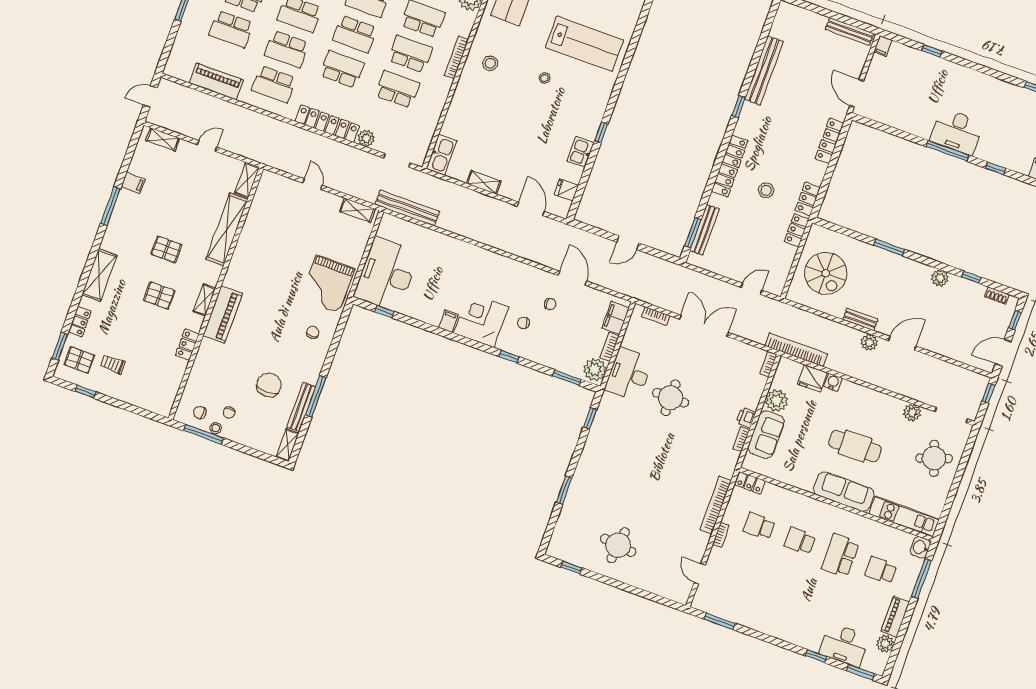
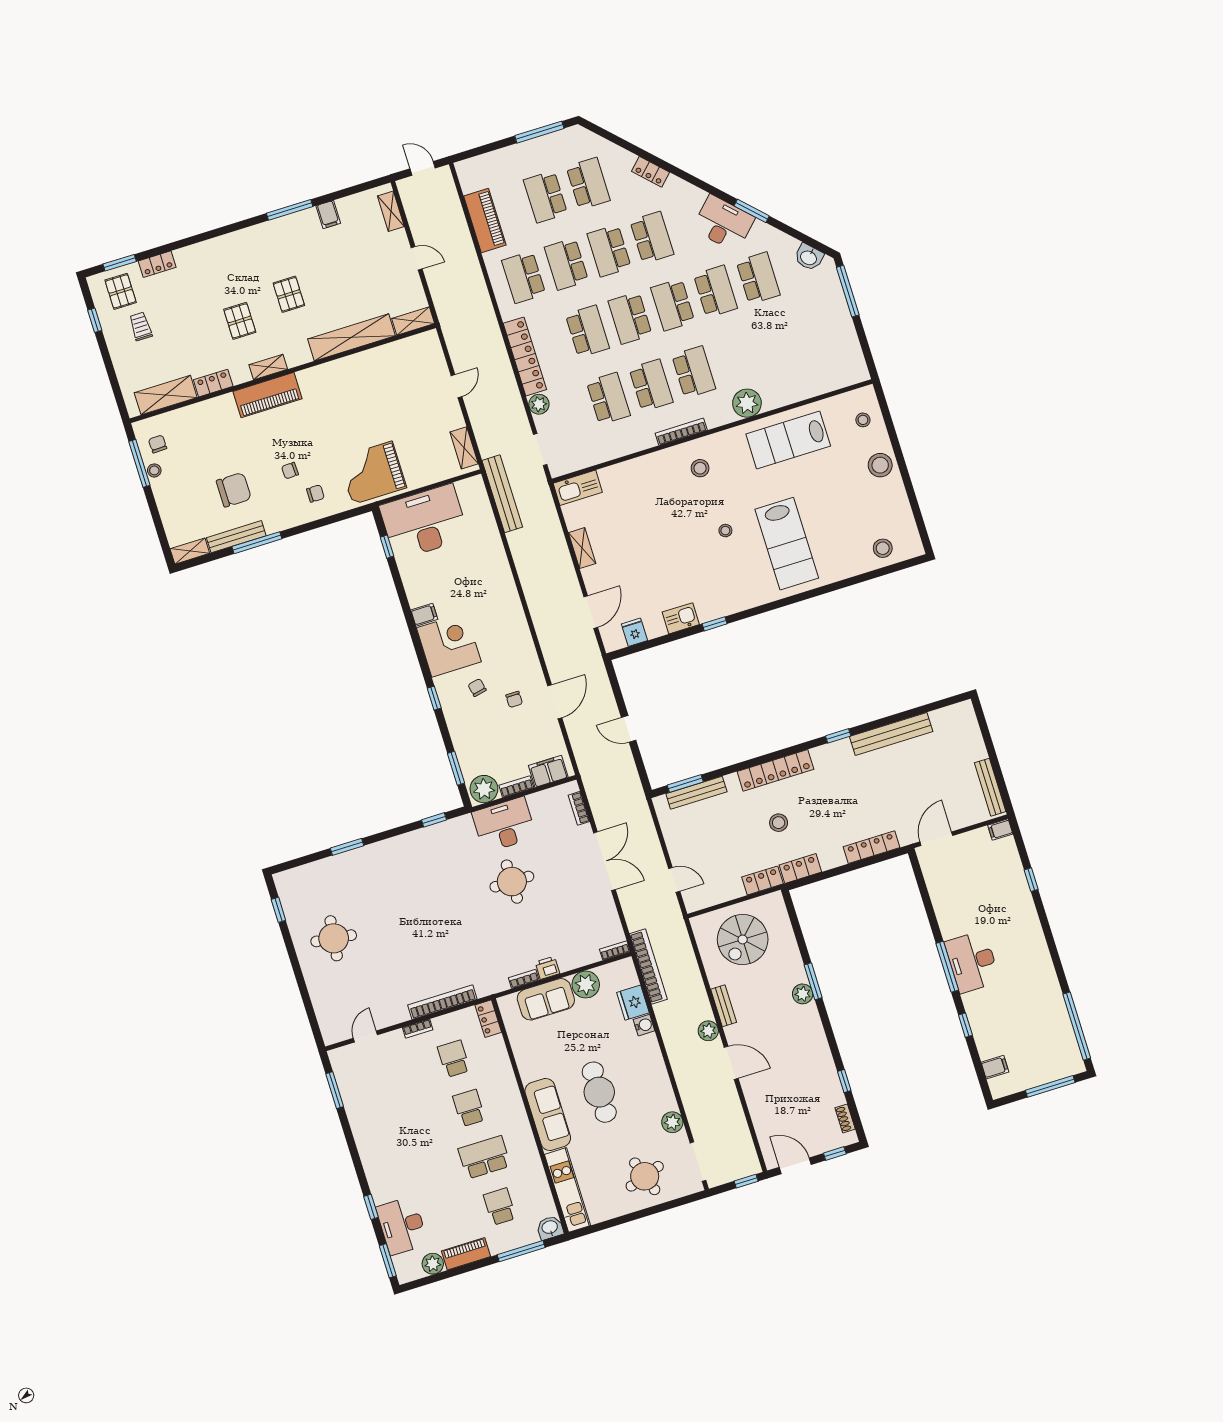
shelving: (99, 275) -> (166, 395), moved
plant: (940, 278) -> (803, 994), moved
chair: (229, 413) -> (290, 471), moved

